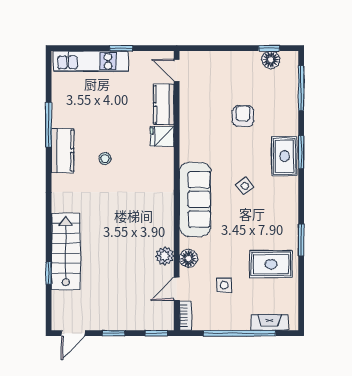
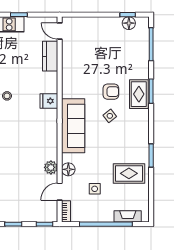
armchair: (243, 116) -> (111, 92), moved, turned 90
fridge: (162, 136) -> (49, 101), moved

